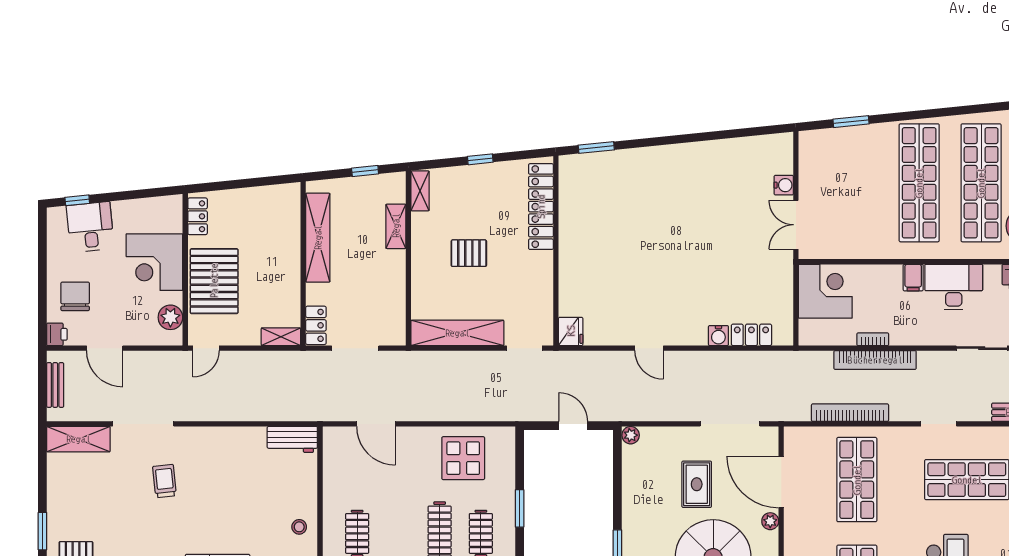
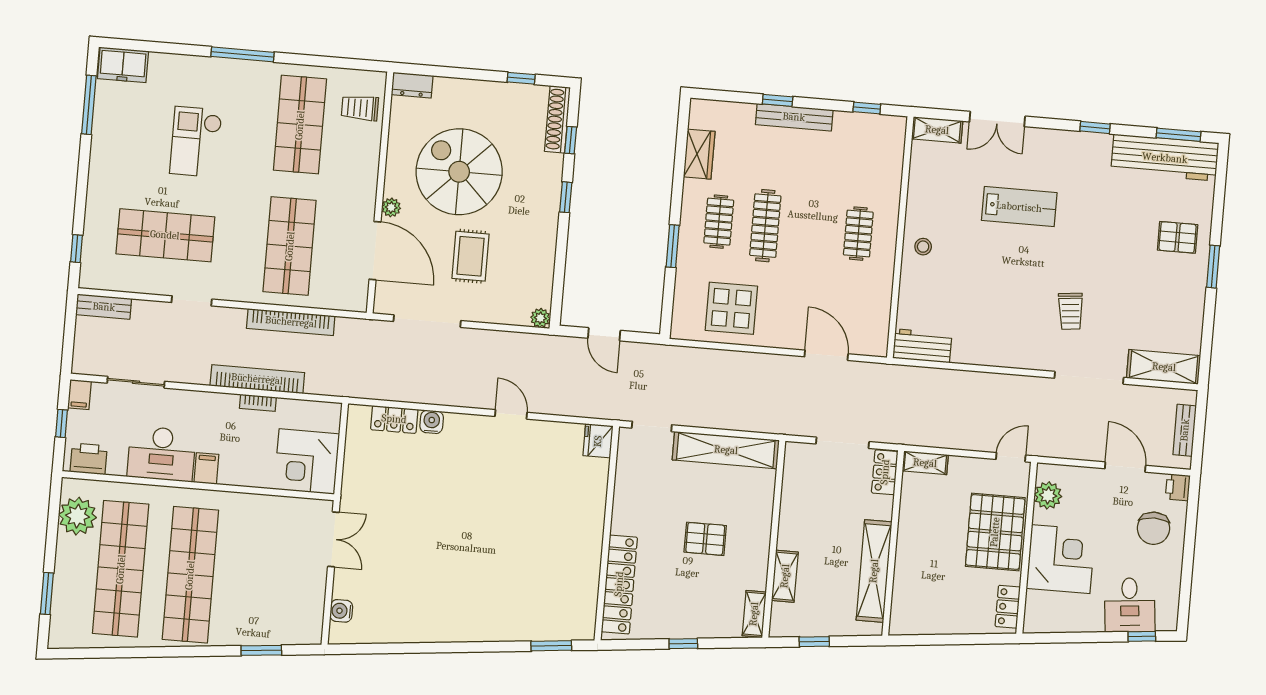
water cooler: (784, 185) -> (341, 611), moved

